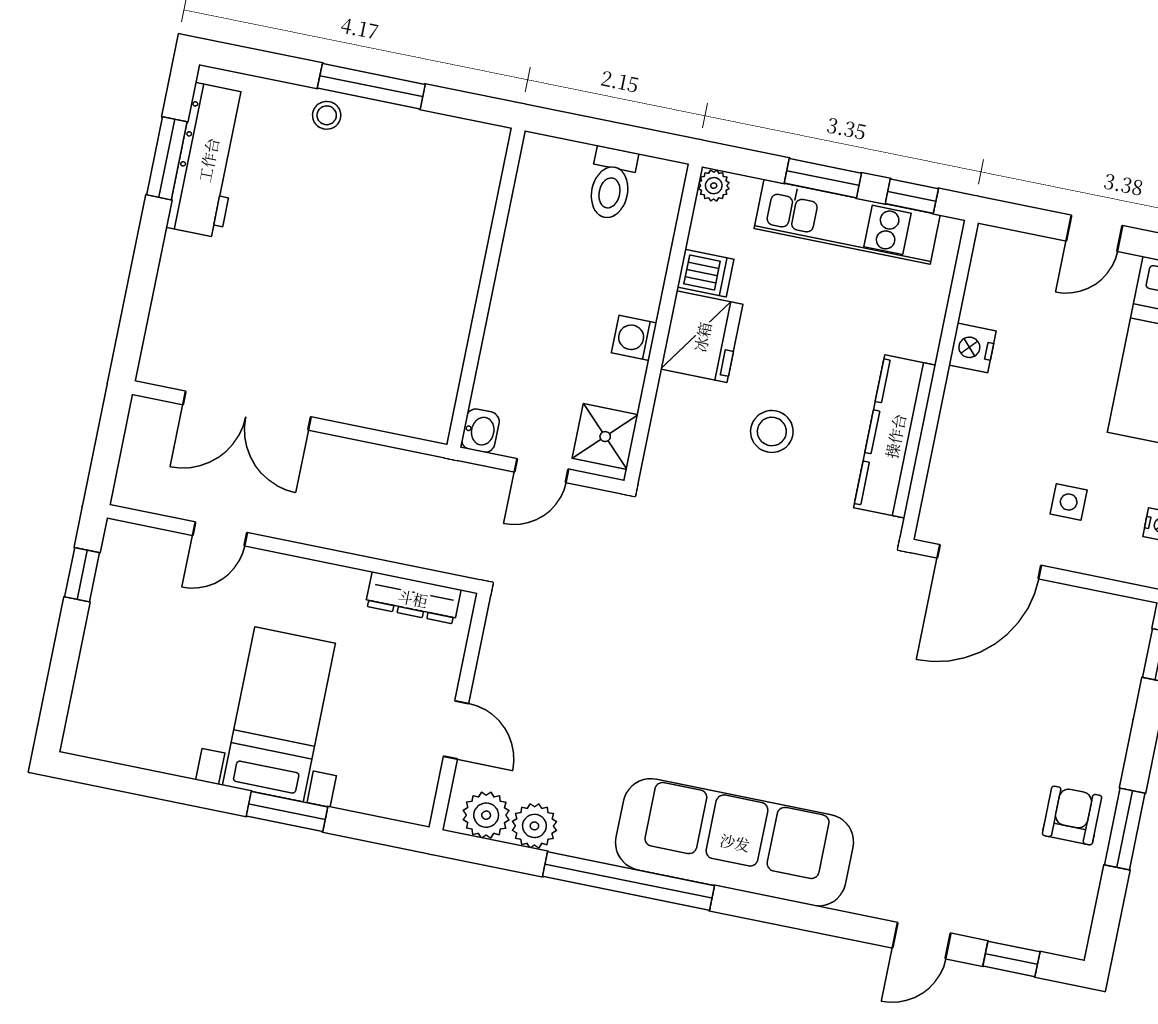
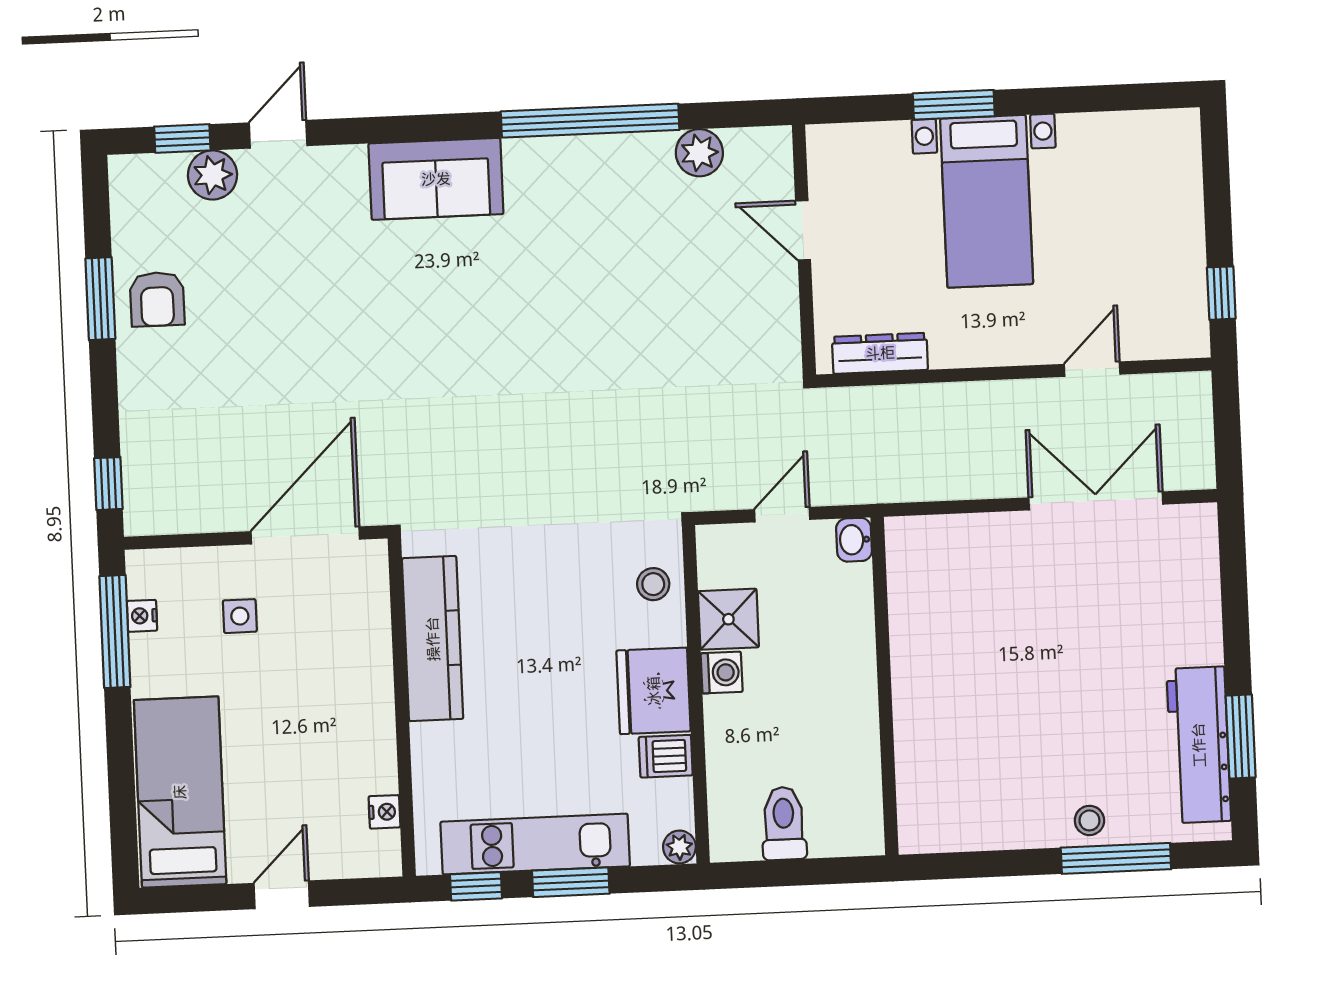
window: (371, 86) -> (1116, 858), moved
nightstand: (972, 348) -> (384, 812), moved, width x0.72, depth x0.74
stool: (772, 431) -> (653, 584), moved, width x0.73, depth x0.73
shower: (605, 437) -> (728, 619), moved
plant: (486, 815) -> (213, 175), moved
sofa: (735, 842) -> (436, 179), width x0.54, depth x0.79

